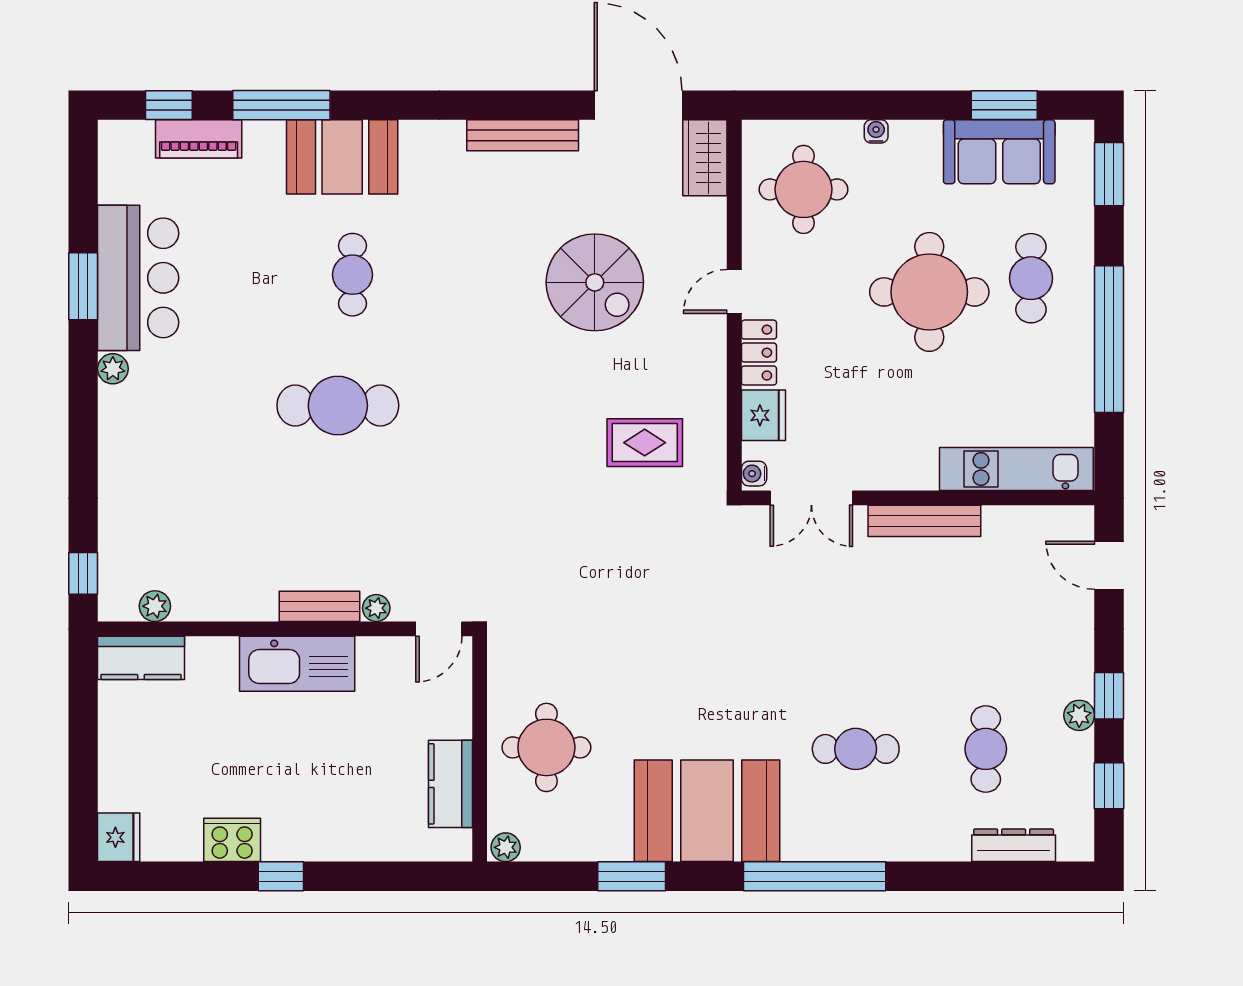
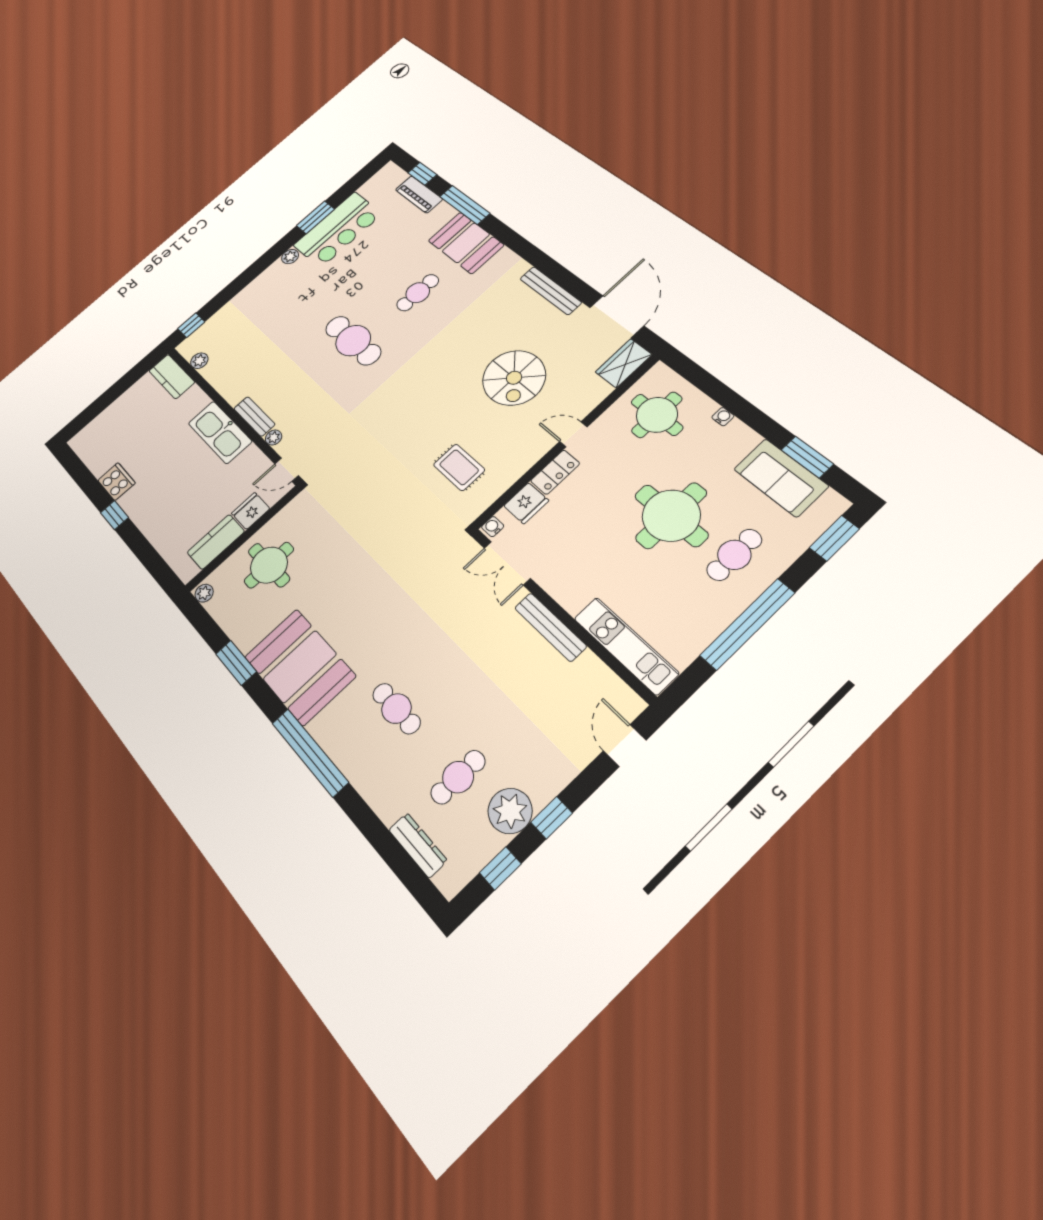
plant: (1079, 715) -> (510, 811), width x1.88, depth x1.88
fridge: (119, 837) -> (251, 511), moved, turned 180

